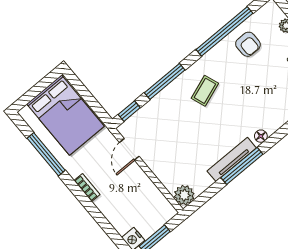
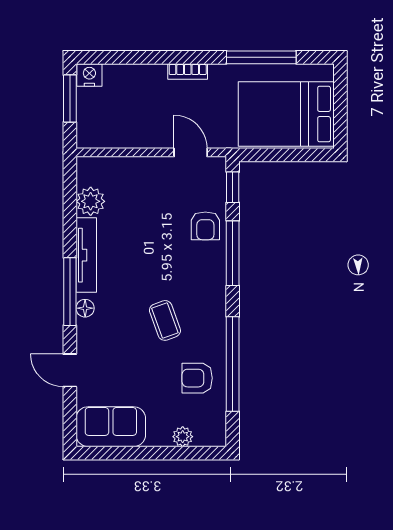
coffee table: (205, 91) -> (165, 320), moved
armchair: (162, 108) -> (205, 226), added
window: (242, 166) -> (70, 292), moved
plant: (184, 195) -> (91, 201), moved

